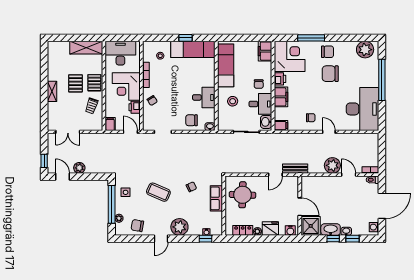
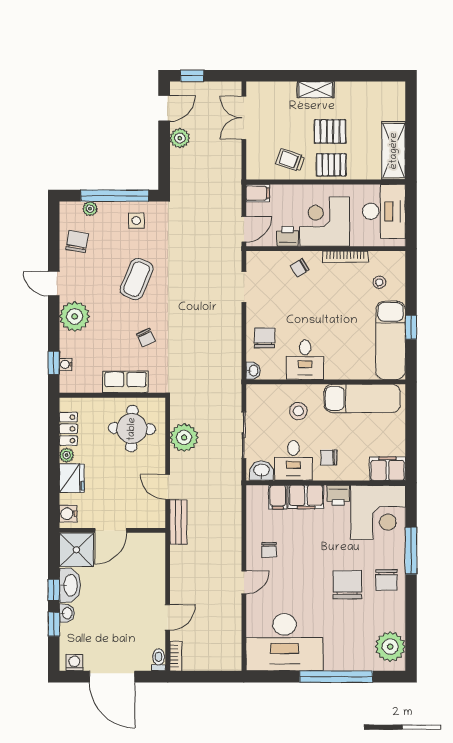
filing cabinet: (281, 126) -> (278, 497), moved
plant: (332, 165) -> (184, 437), moved

